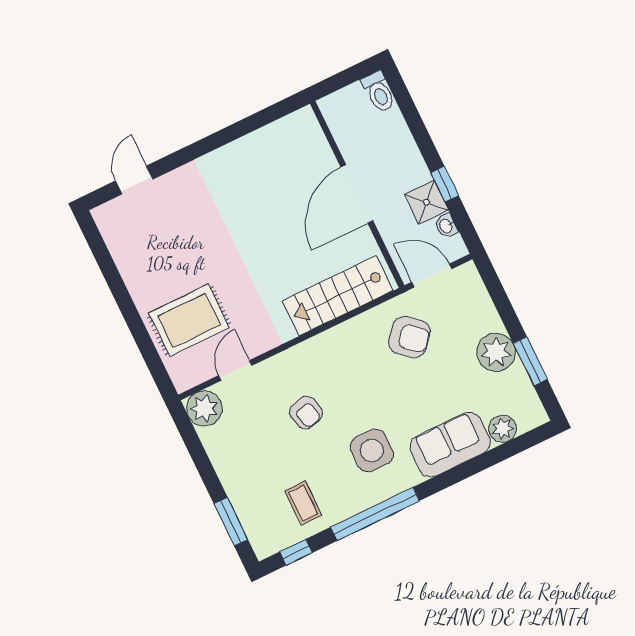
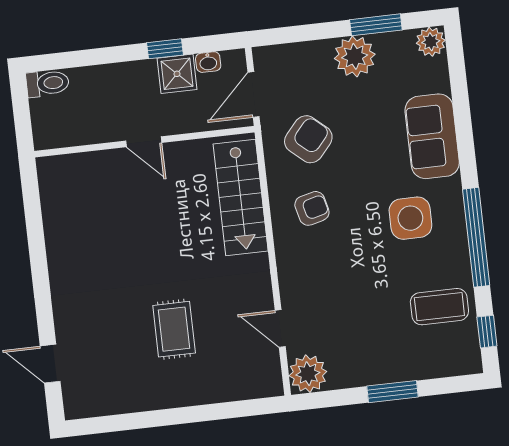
door: (357, 194) -> (144, 142), width x0.53
rug: (189, 320) -> (174, 329), moved, width x0.73, depth x0.70
armchair: (306, 413) -> (312, 208), moved
plant: (503, 429) -> (431, 42), moved
coffee table: (303, 503) -> (439, 307), width x1.36, depth x1.30
window: (231, 522) -> (392, 392), moved

